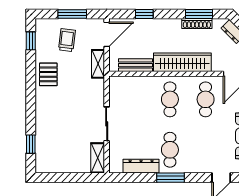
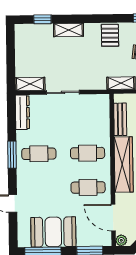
pallet: (48, 74) -> (110, 35), turned 90
shelving: (42, 117) -> (69, 30), added
dresser: (141, 166) -> (22, 112), moved

